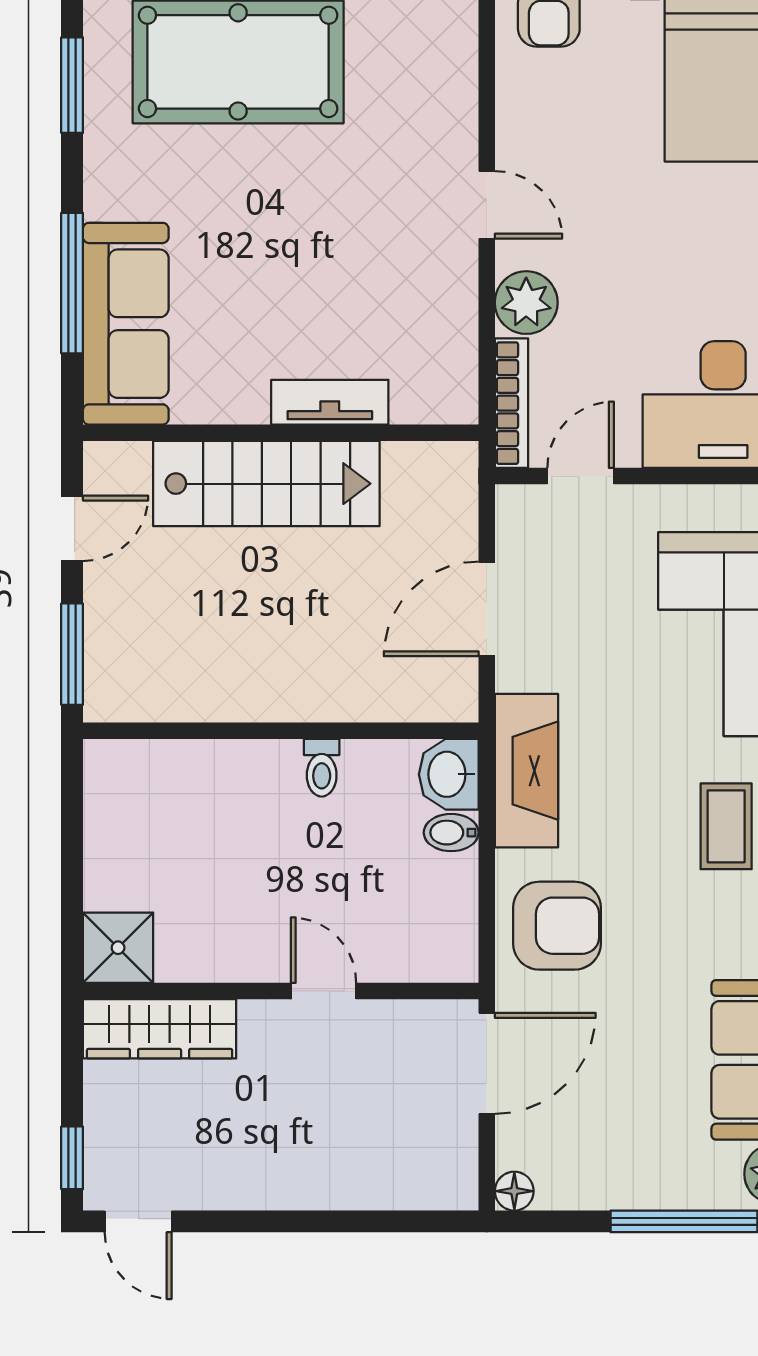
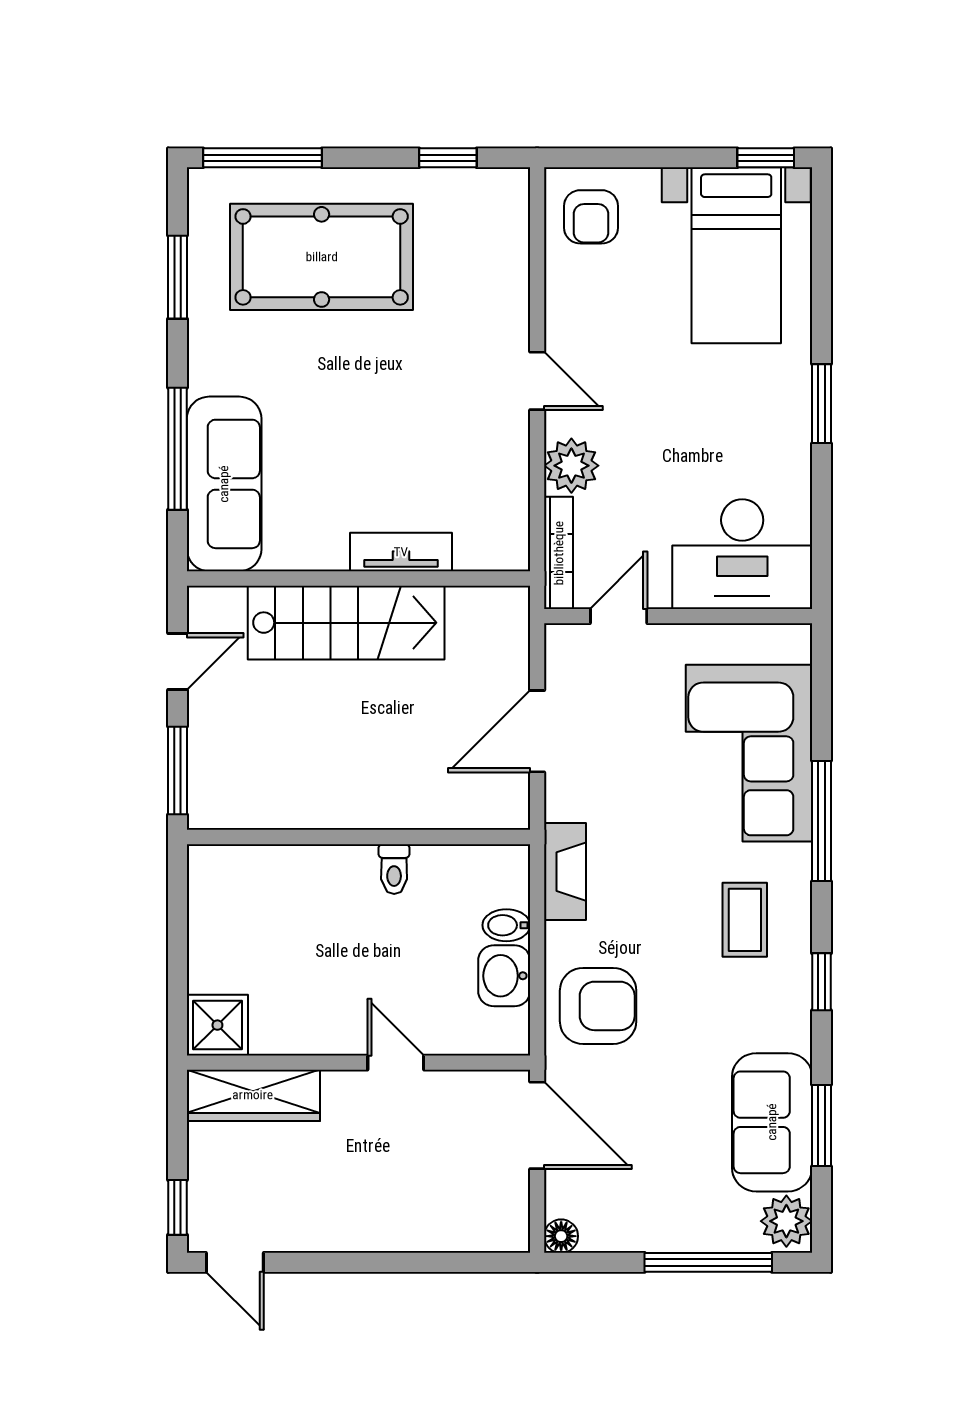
fireplace: (526, 771) -> (565, 872), width x0.73, depth x0.76
washbasin: (449, 774) -> (504, 976), moved
door: (487, 1063) -> (537, 1125), hinge flipped

